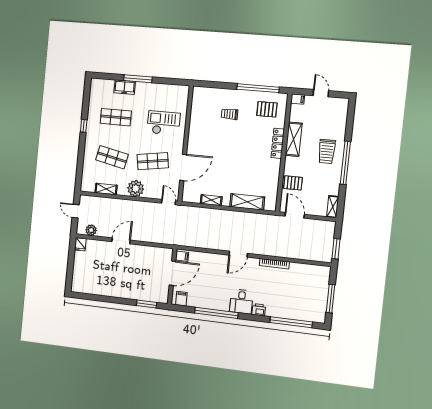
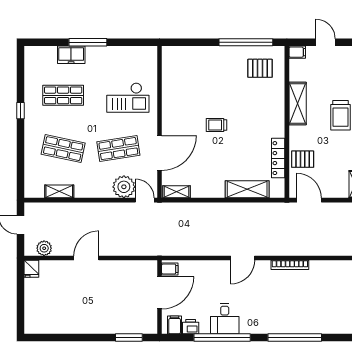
trolley: (230, 114) -> (216, 125), moved
checkout: (164, 123) -> (128, 98), turned 180
locker: (278, 143) -> (278, 158), moved
plant: (136, 189) -> (124, 187), moved
shelving: (211, 200) -> (176, 192), moved
desk: (241, 302) -> (225, 319), moved
printer: (259, 310) -> (191, 327), moved
window: (291, 322) -> (295, 338), moved

